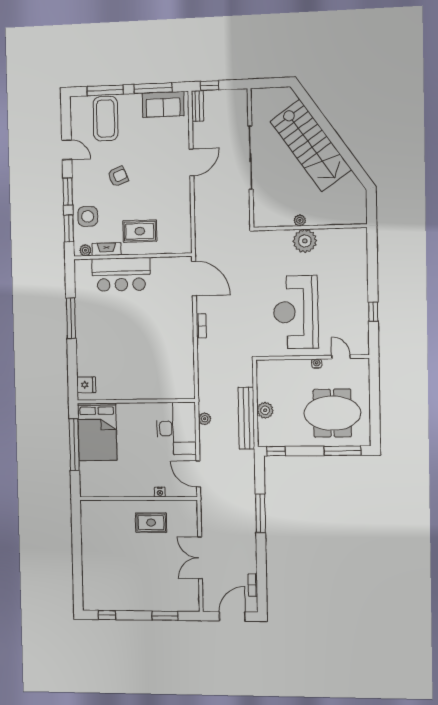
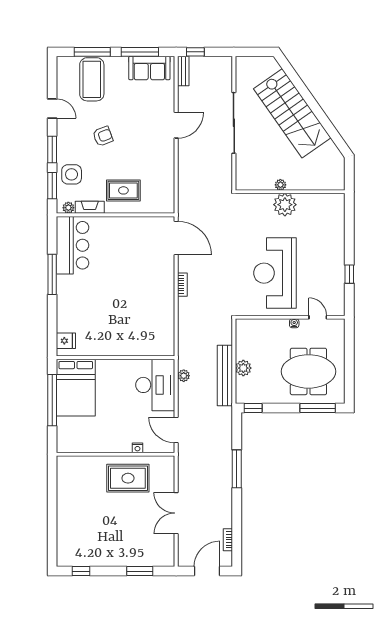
bar counter: (121, 274) -> (73, 245), moved, turned -90
rug: (151, 523) -> (128, 478), width x1.36, depth x1.43

